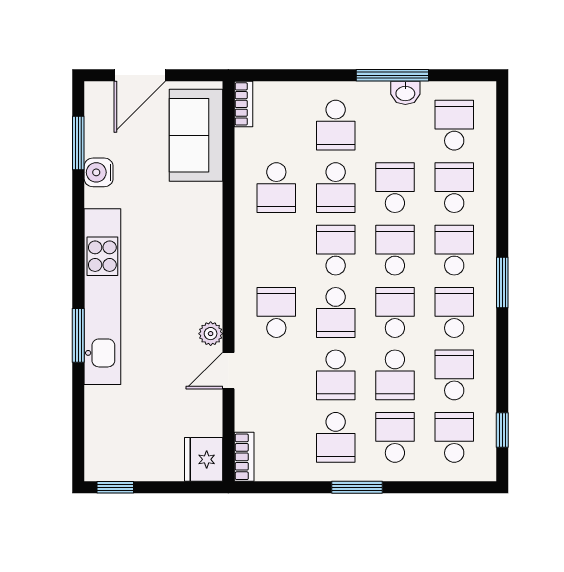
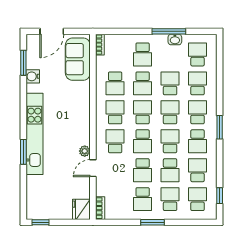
school desk: (276, 250) -> (115, 112), added
school desk: (454, 312) -> (198, 141), turned 180

